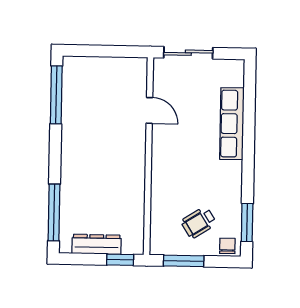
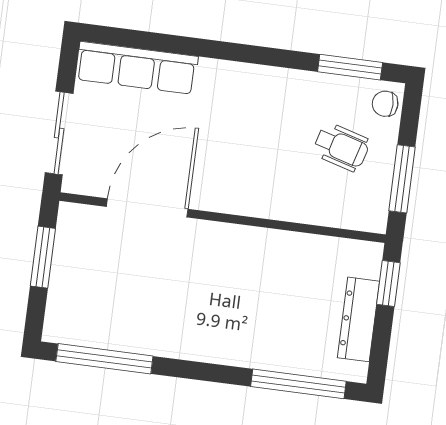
window: (113, 51) -> (43, 257), added
door: (149, 110) -> (147, 208), width x1.87
row of seats: (232, 124) -> (137, 68), moved
wheelchair: (199, 223) -> (341, 147), turned -42

